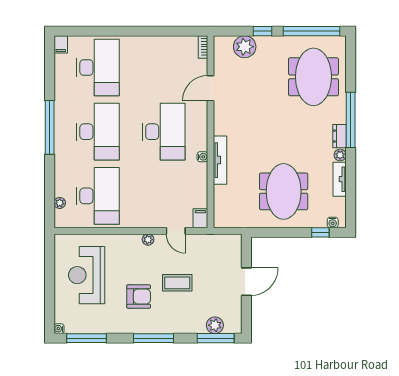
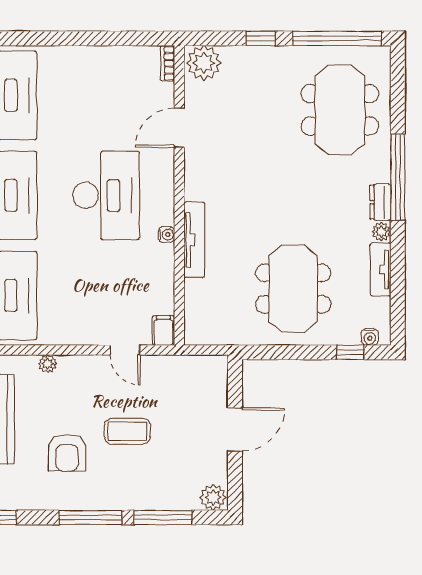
plant: (245, 47) -> (204, 63), moved
plant: (148, 240) -> (48, 364), moved
armchair: (139, 297) -> (67, 453), turned 90
plant: (215, 325) -> (213, 497), moved
window: (216, 338) -> (163, 517), moved

